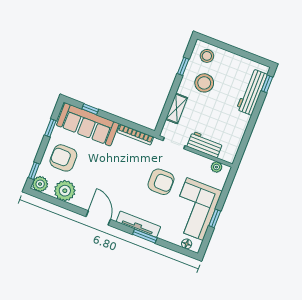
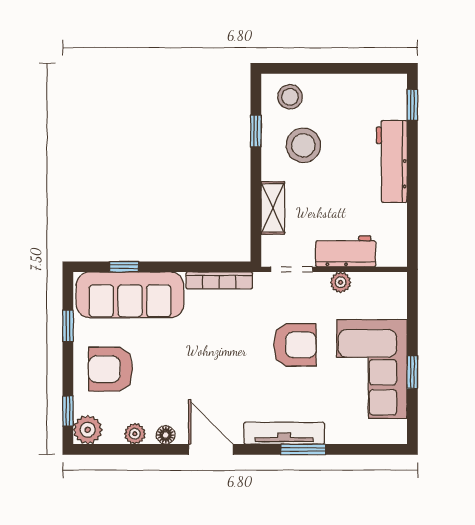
workbench: (252, 92) -> (392, 161), moved
plant: (216, 167) -> (341, 282), moved
plant: (65, 191) -> (135, 434), width x0.53, depth x0.53
floor lamp: (187, 244) -> (166, 435), moved

